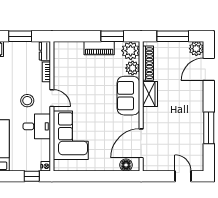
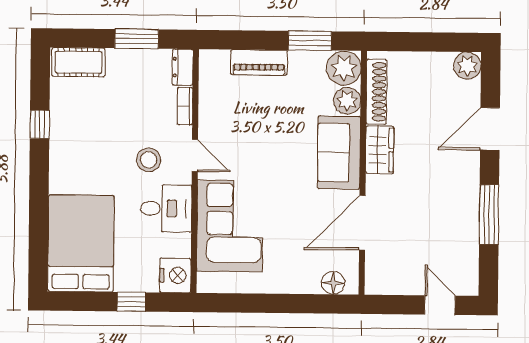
window: (173, 36) -> (424, 42), removed
piano: (99, 48) -> (259, 62), moved
door: (209, 69) -> (490, 129), moved
door: (141, 143) -> (362, 223), moved
nightstand: (46, 166) -> (175, 275), width x1.89, depth x1.79
window: (32, 176) -> (131, 302), moved

